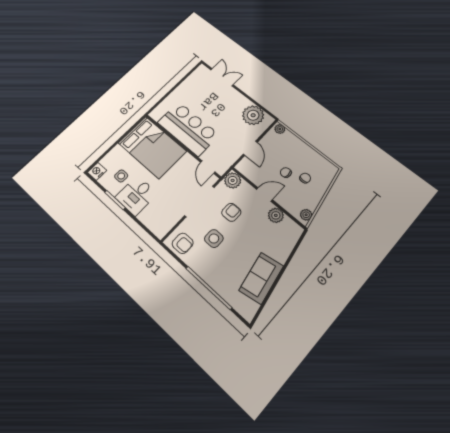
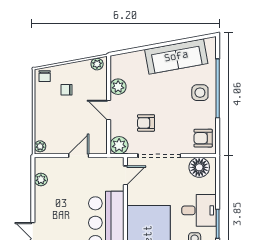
plant: (253, 115) -> (41, 180), width x0.53, depth x0.53
chair: (286, 172) -> (45, 76), moved
floor lamp: (165, 222) -> (199, 167), added
side table: (214, 239) -> (200, 93), moved
armchair: (183, 243) -> (203, 138), turned -90
sofa: (261, 278) -> (176, 56), width x1.36

